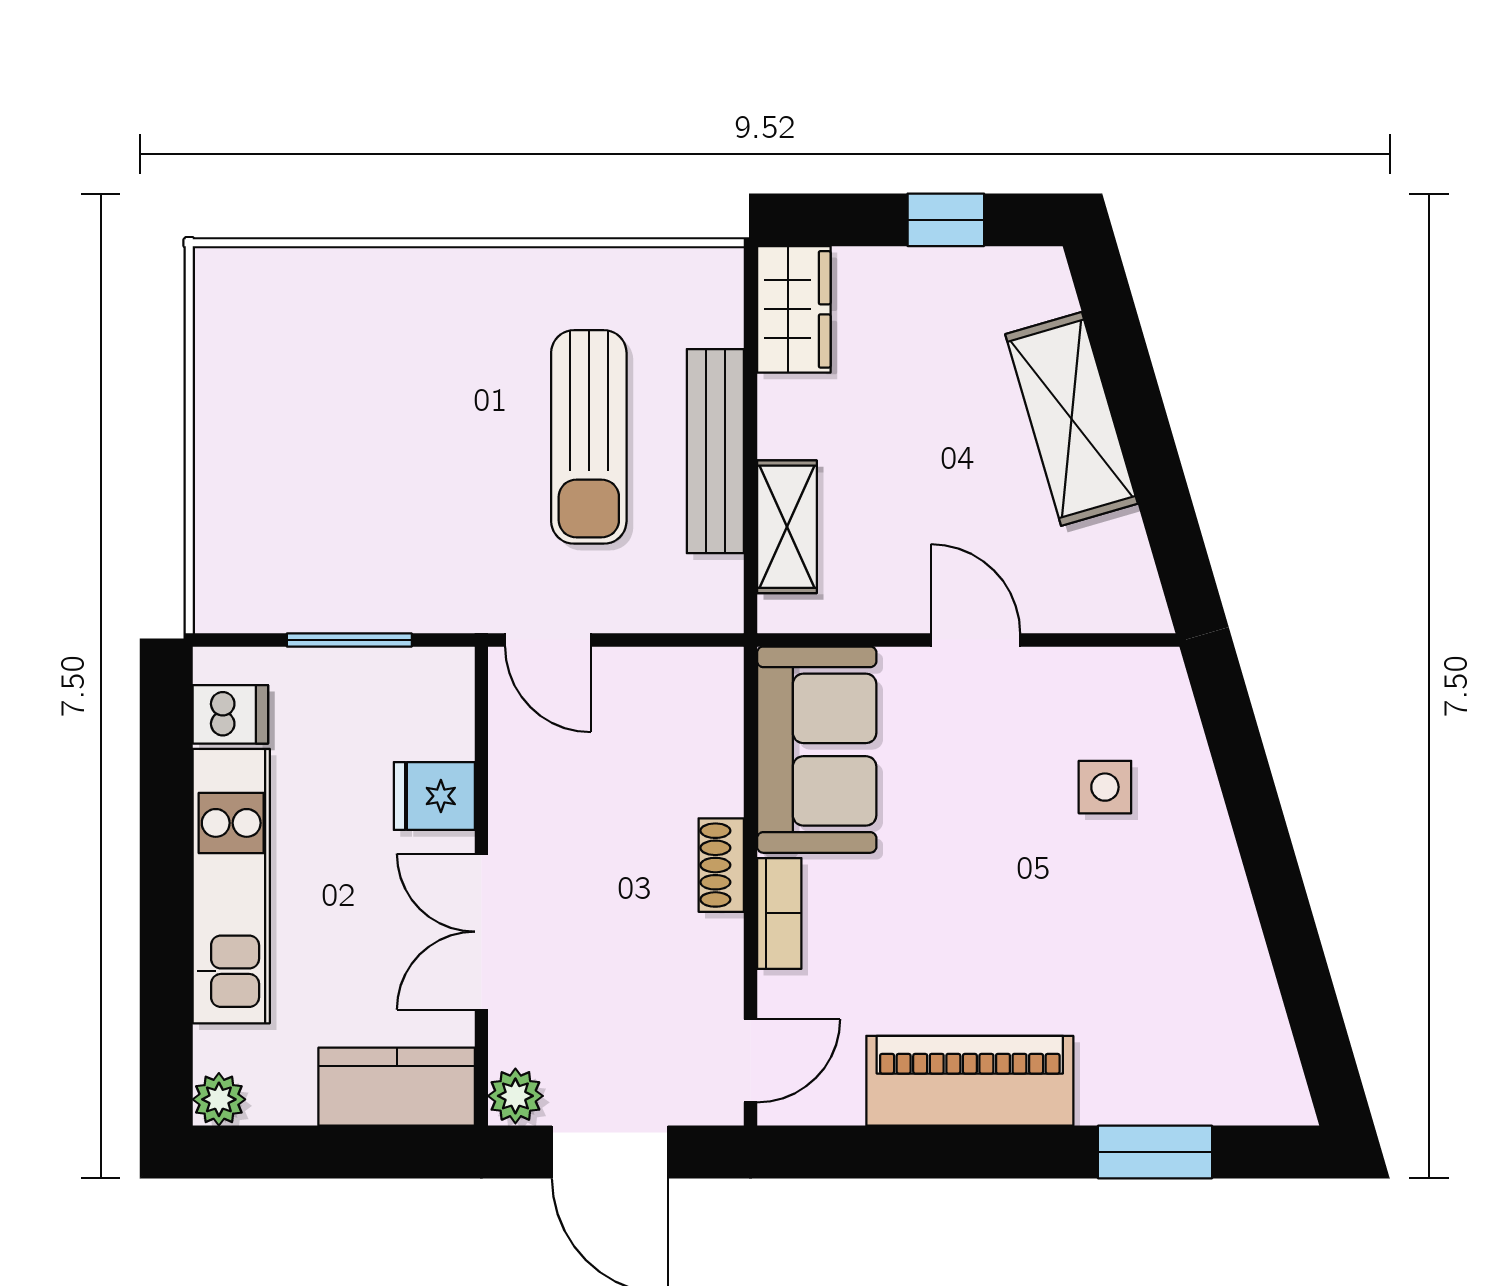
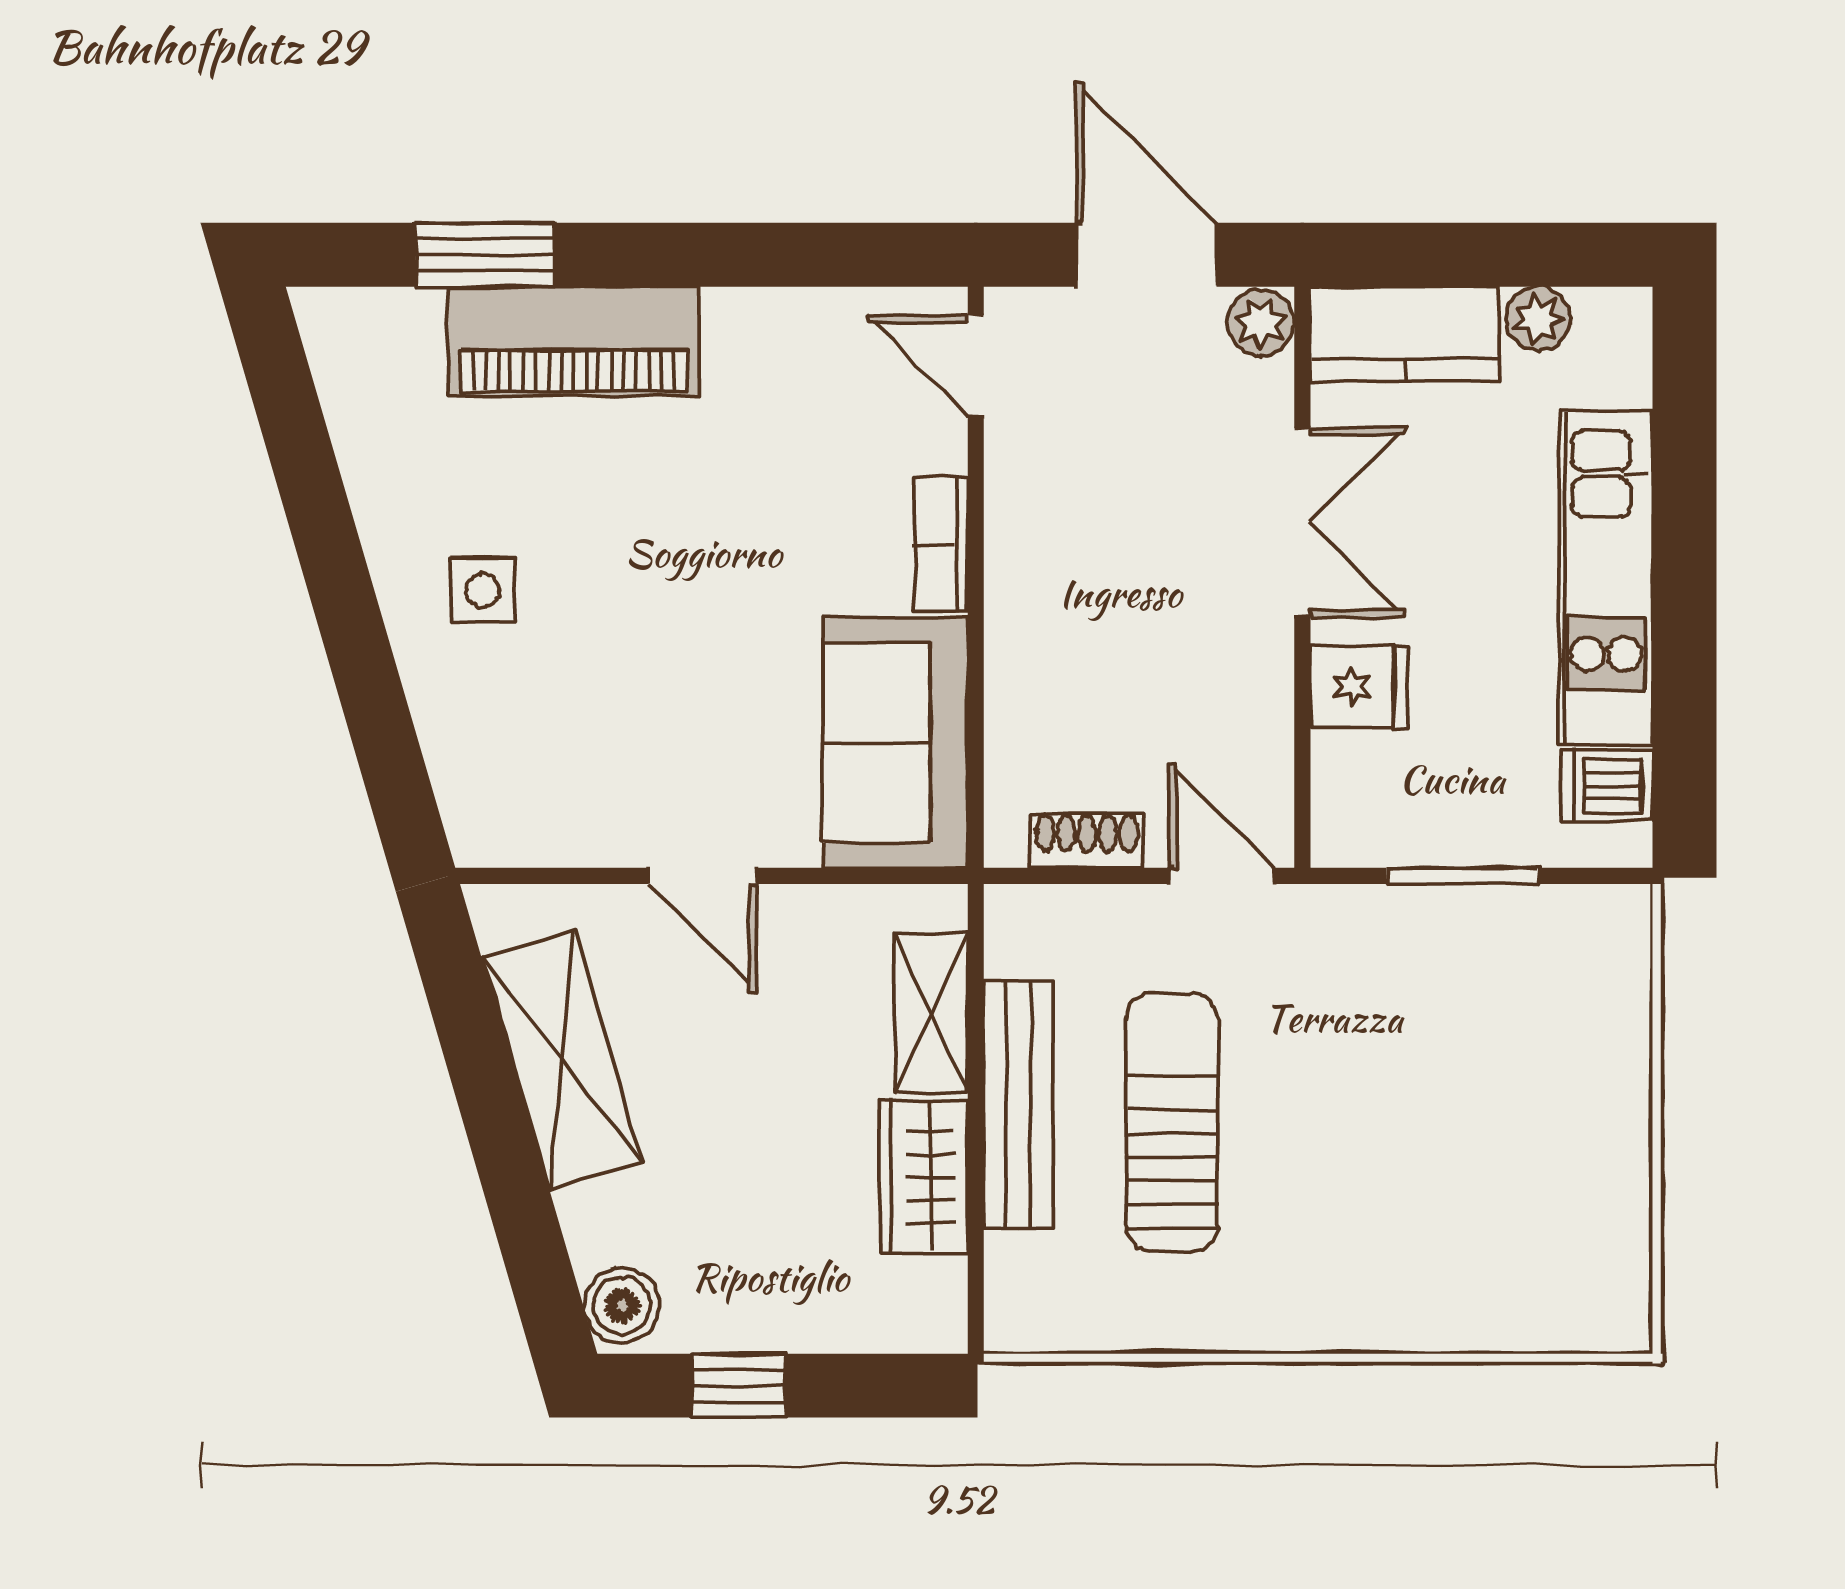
boiler: (1042, 286) -> (622, 1306), added
wardrobe: (794, 309) -> (923, 1177), moved
shelving: (1072, 419) -> (562, 1060), moved
side table: (1105, 787) -> (483, 590), moved
shoe rack: (721, 865) -> (1087, 840), moved, turned -90
door: (751, 1061) -> (976, 365), hinge flipped
piano: (970, 1081) -> (574, 341), moved
plant: (219, 1099) -> (1538, 319), moved

